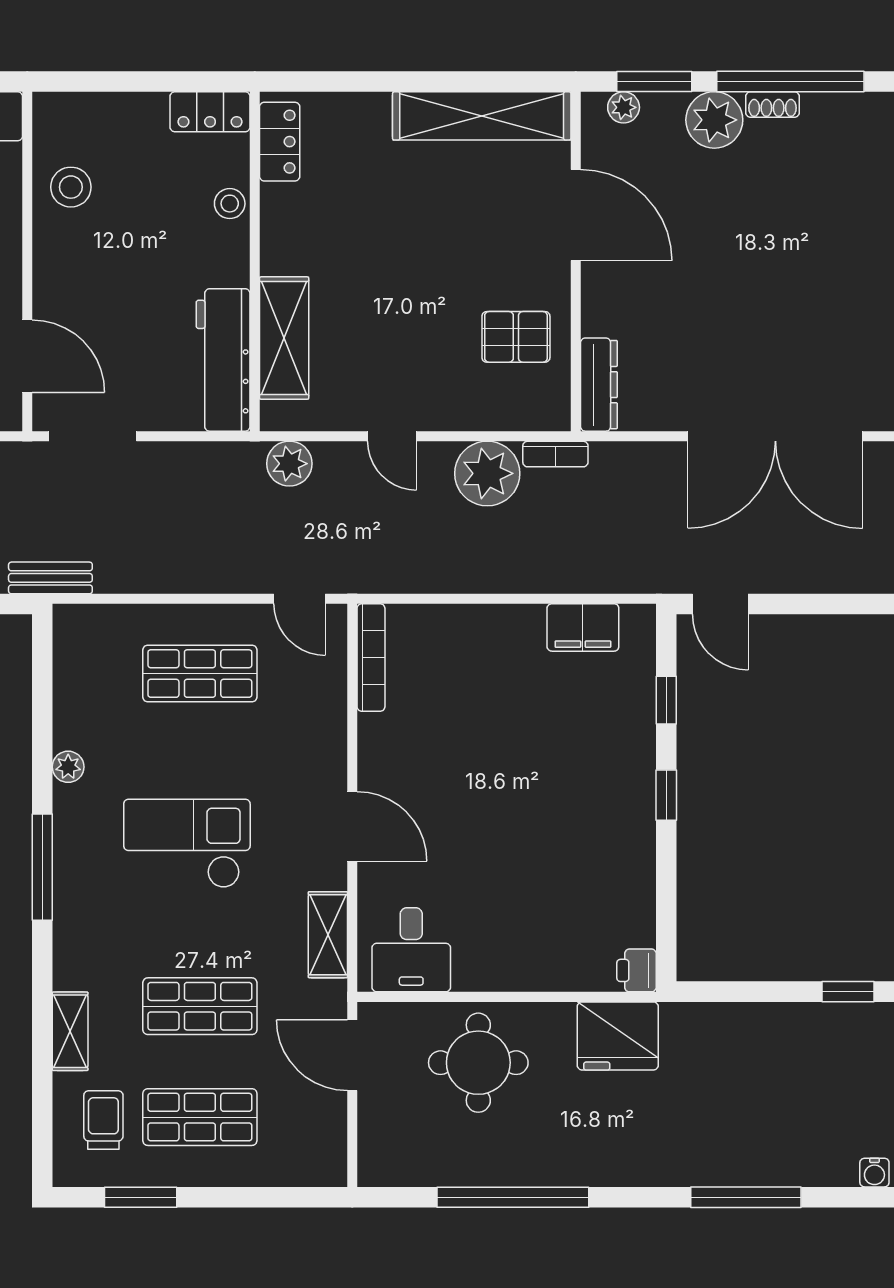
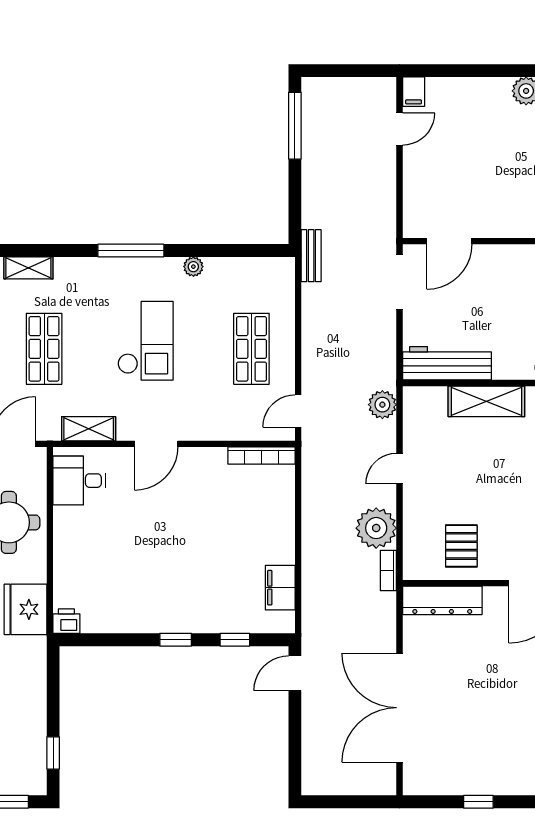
shelving: (284, 338) -> (486, 401), moved
dresser: (599, 385) -> (442, 600), width x1.37, depth x1.24

